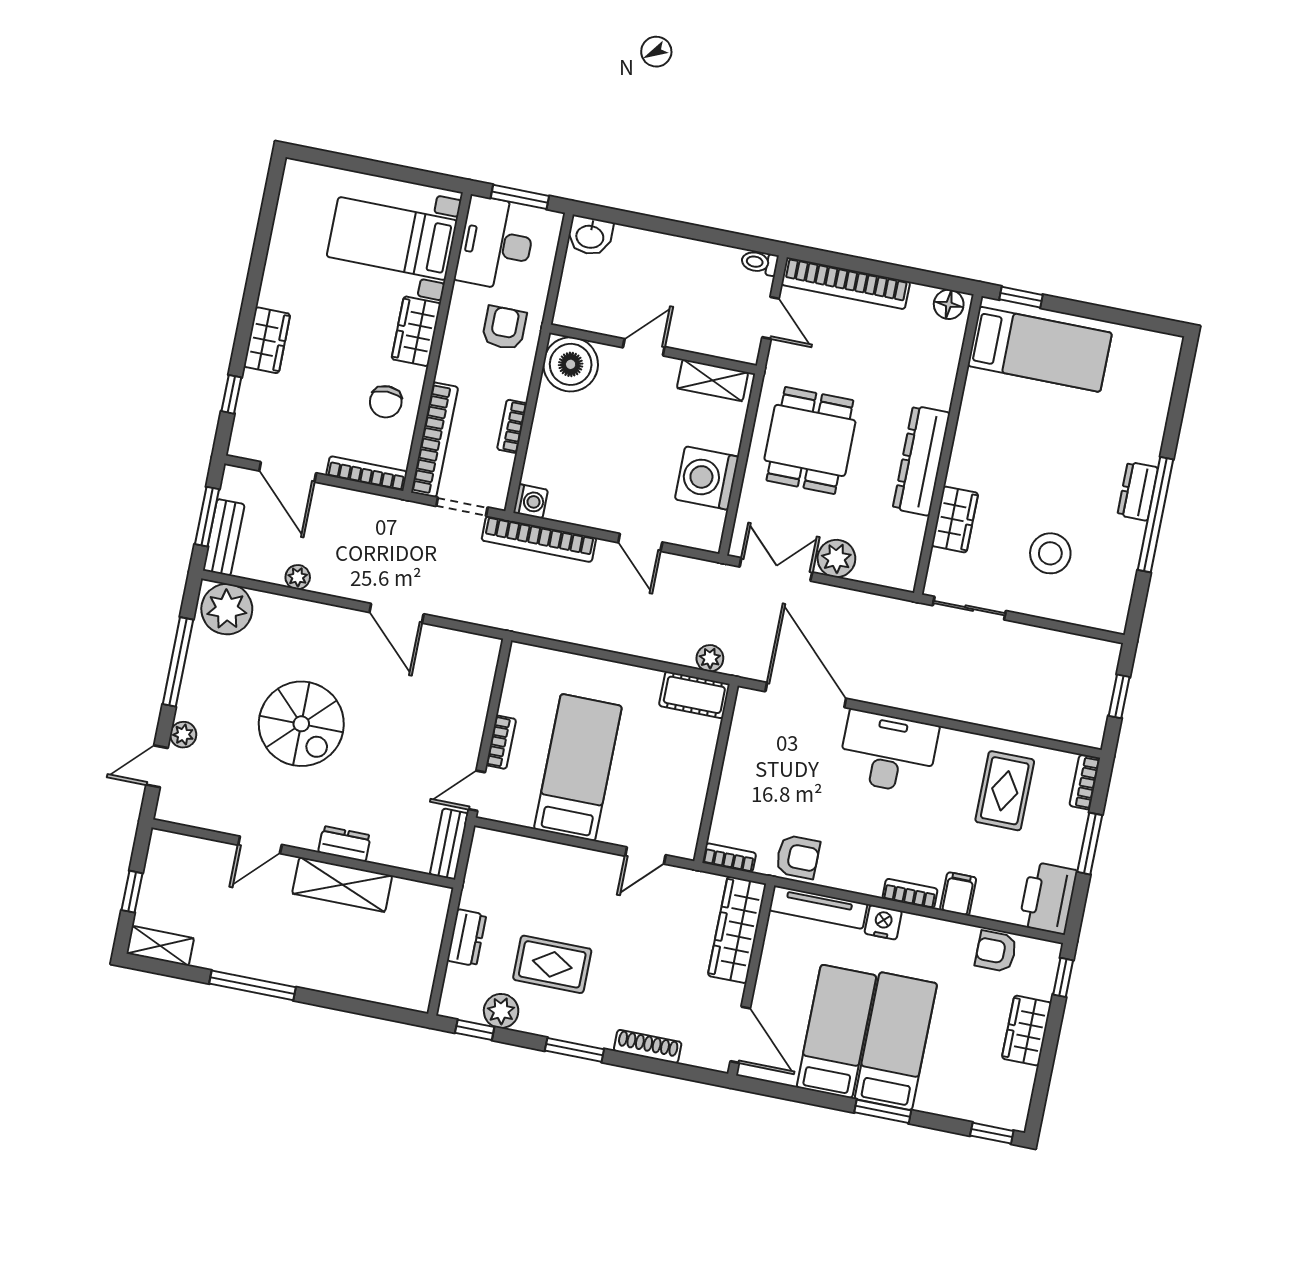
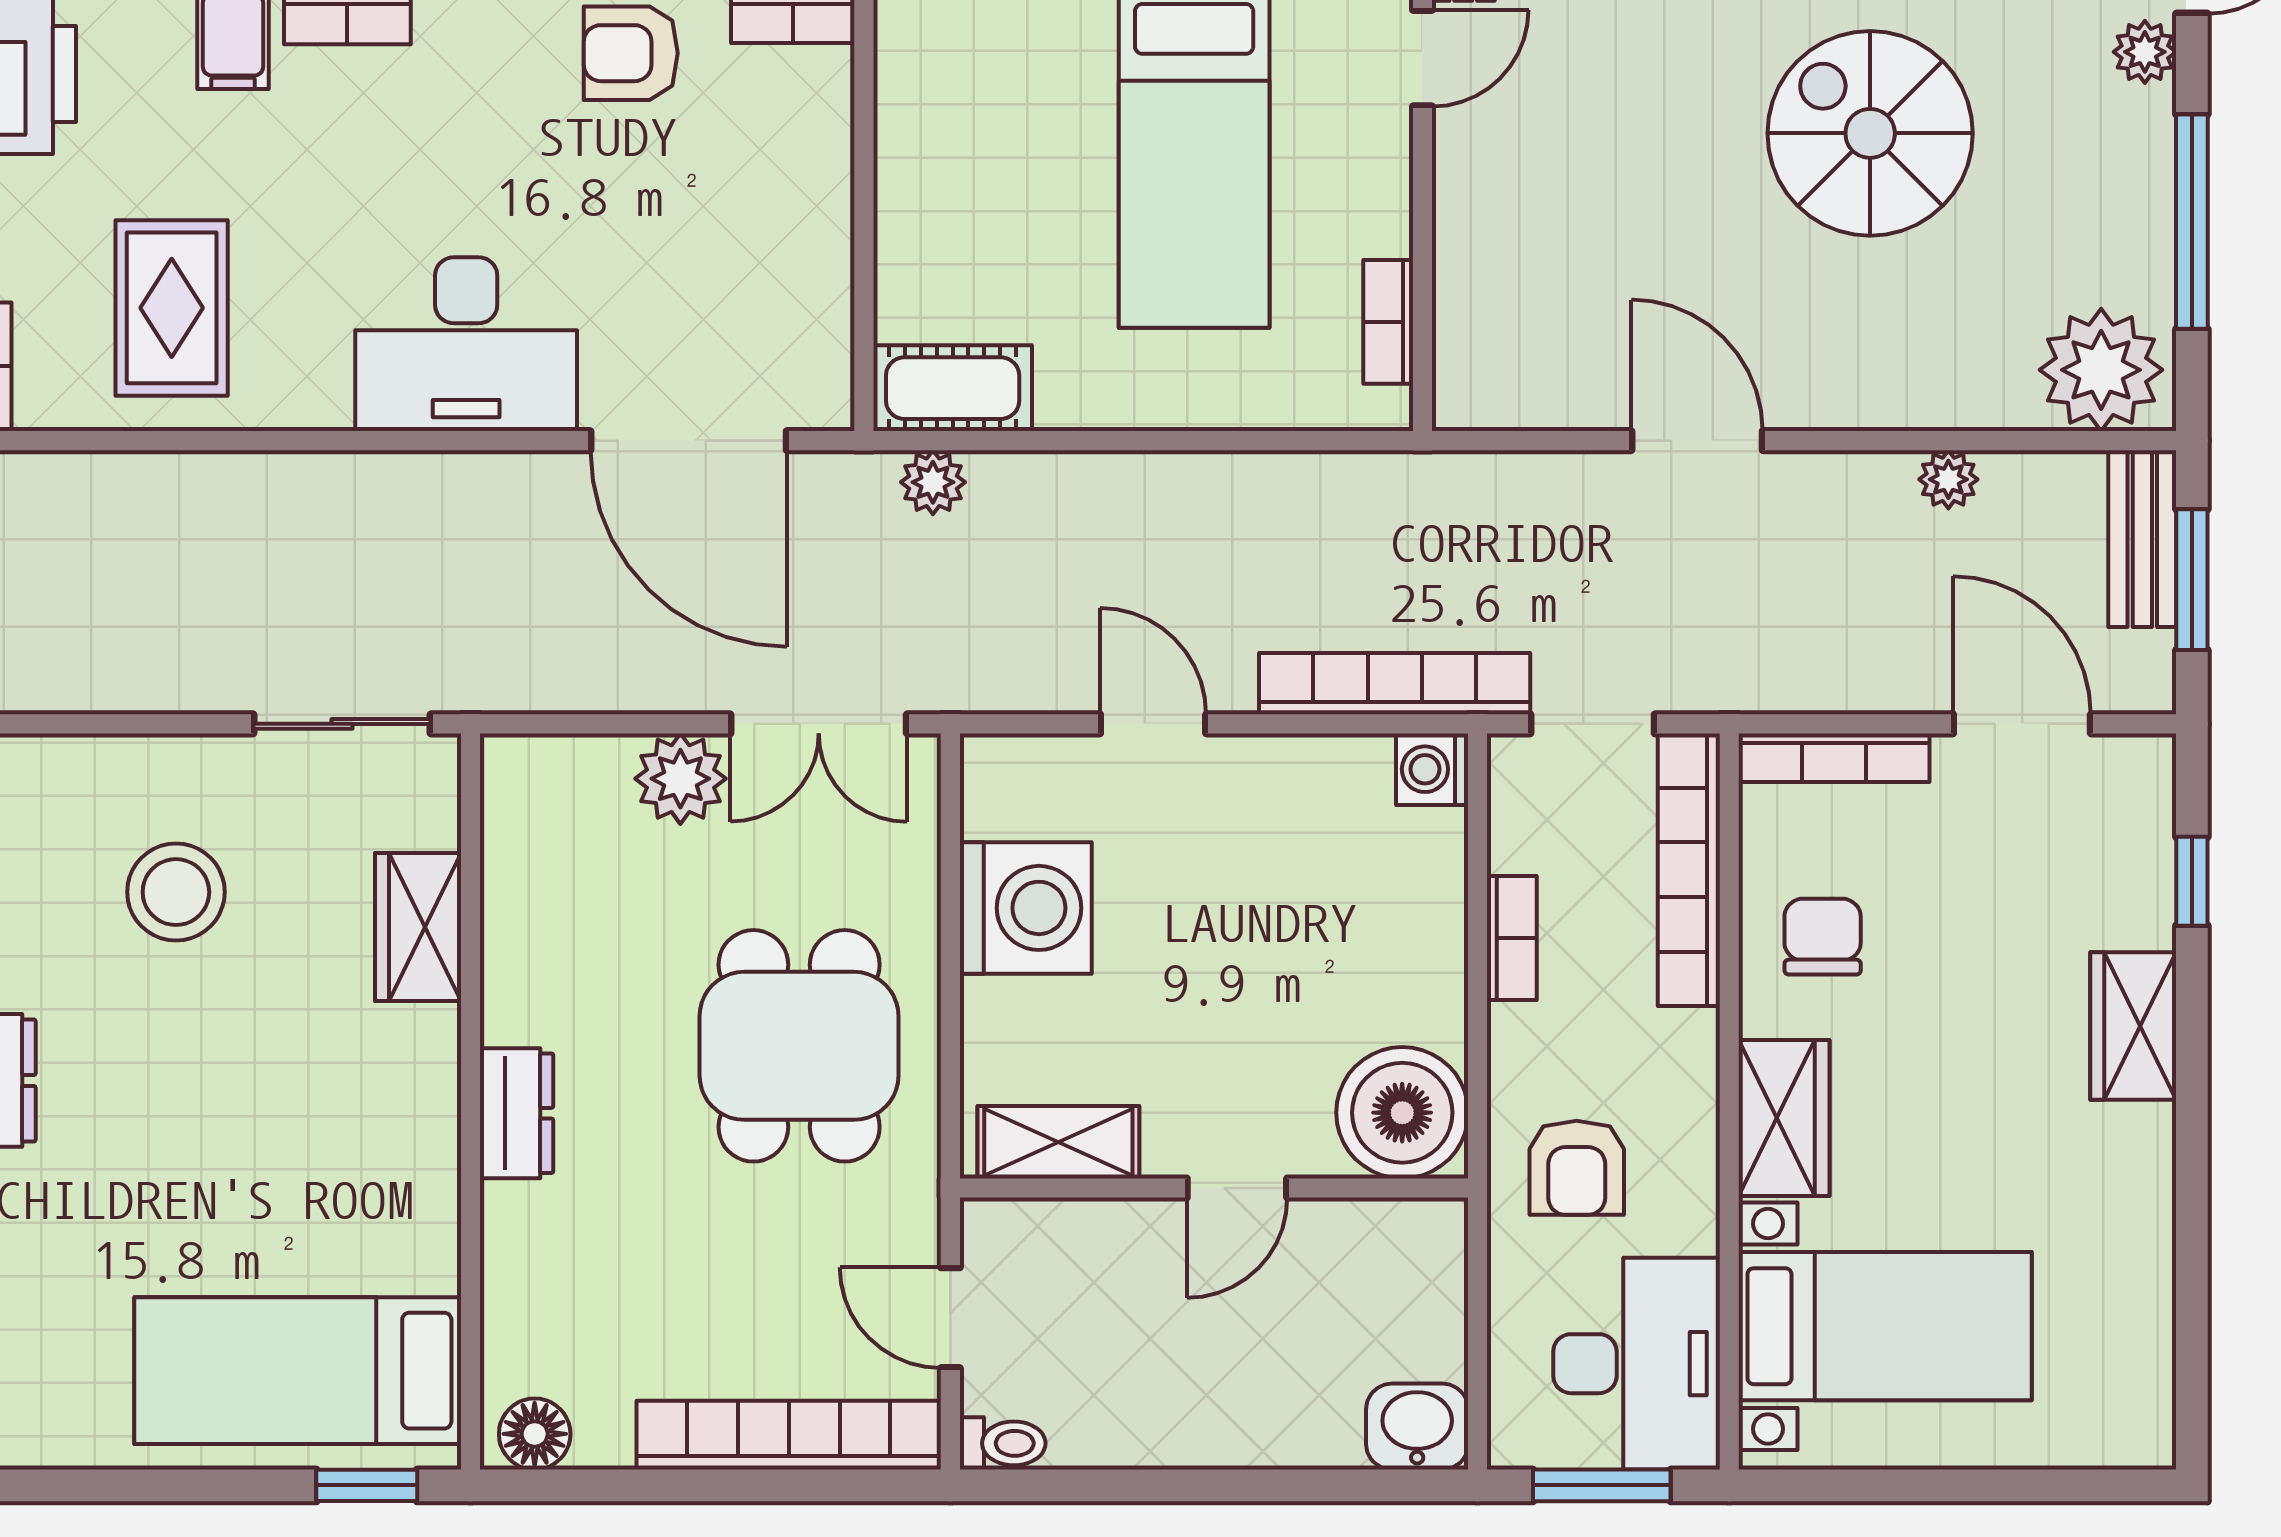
dresser: (921, 461) -> (517, 1113), width x0.51, depth x0.80
bookcase: (501, 742) -> (1388, 322), moved

